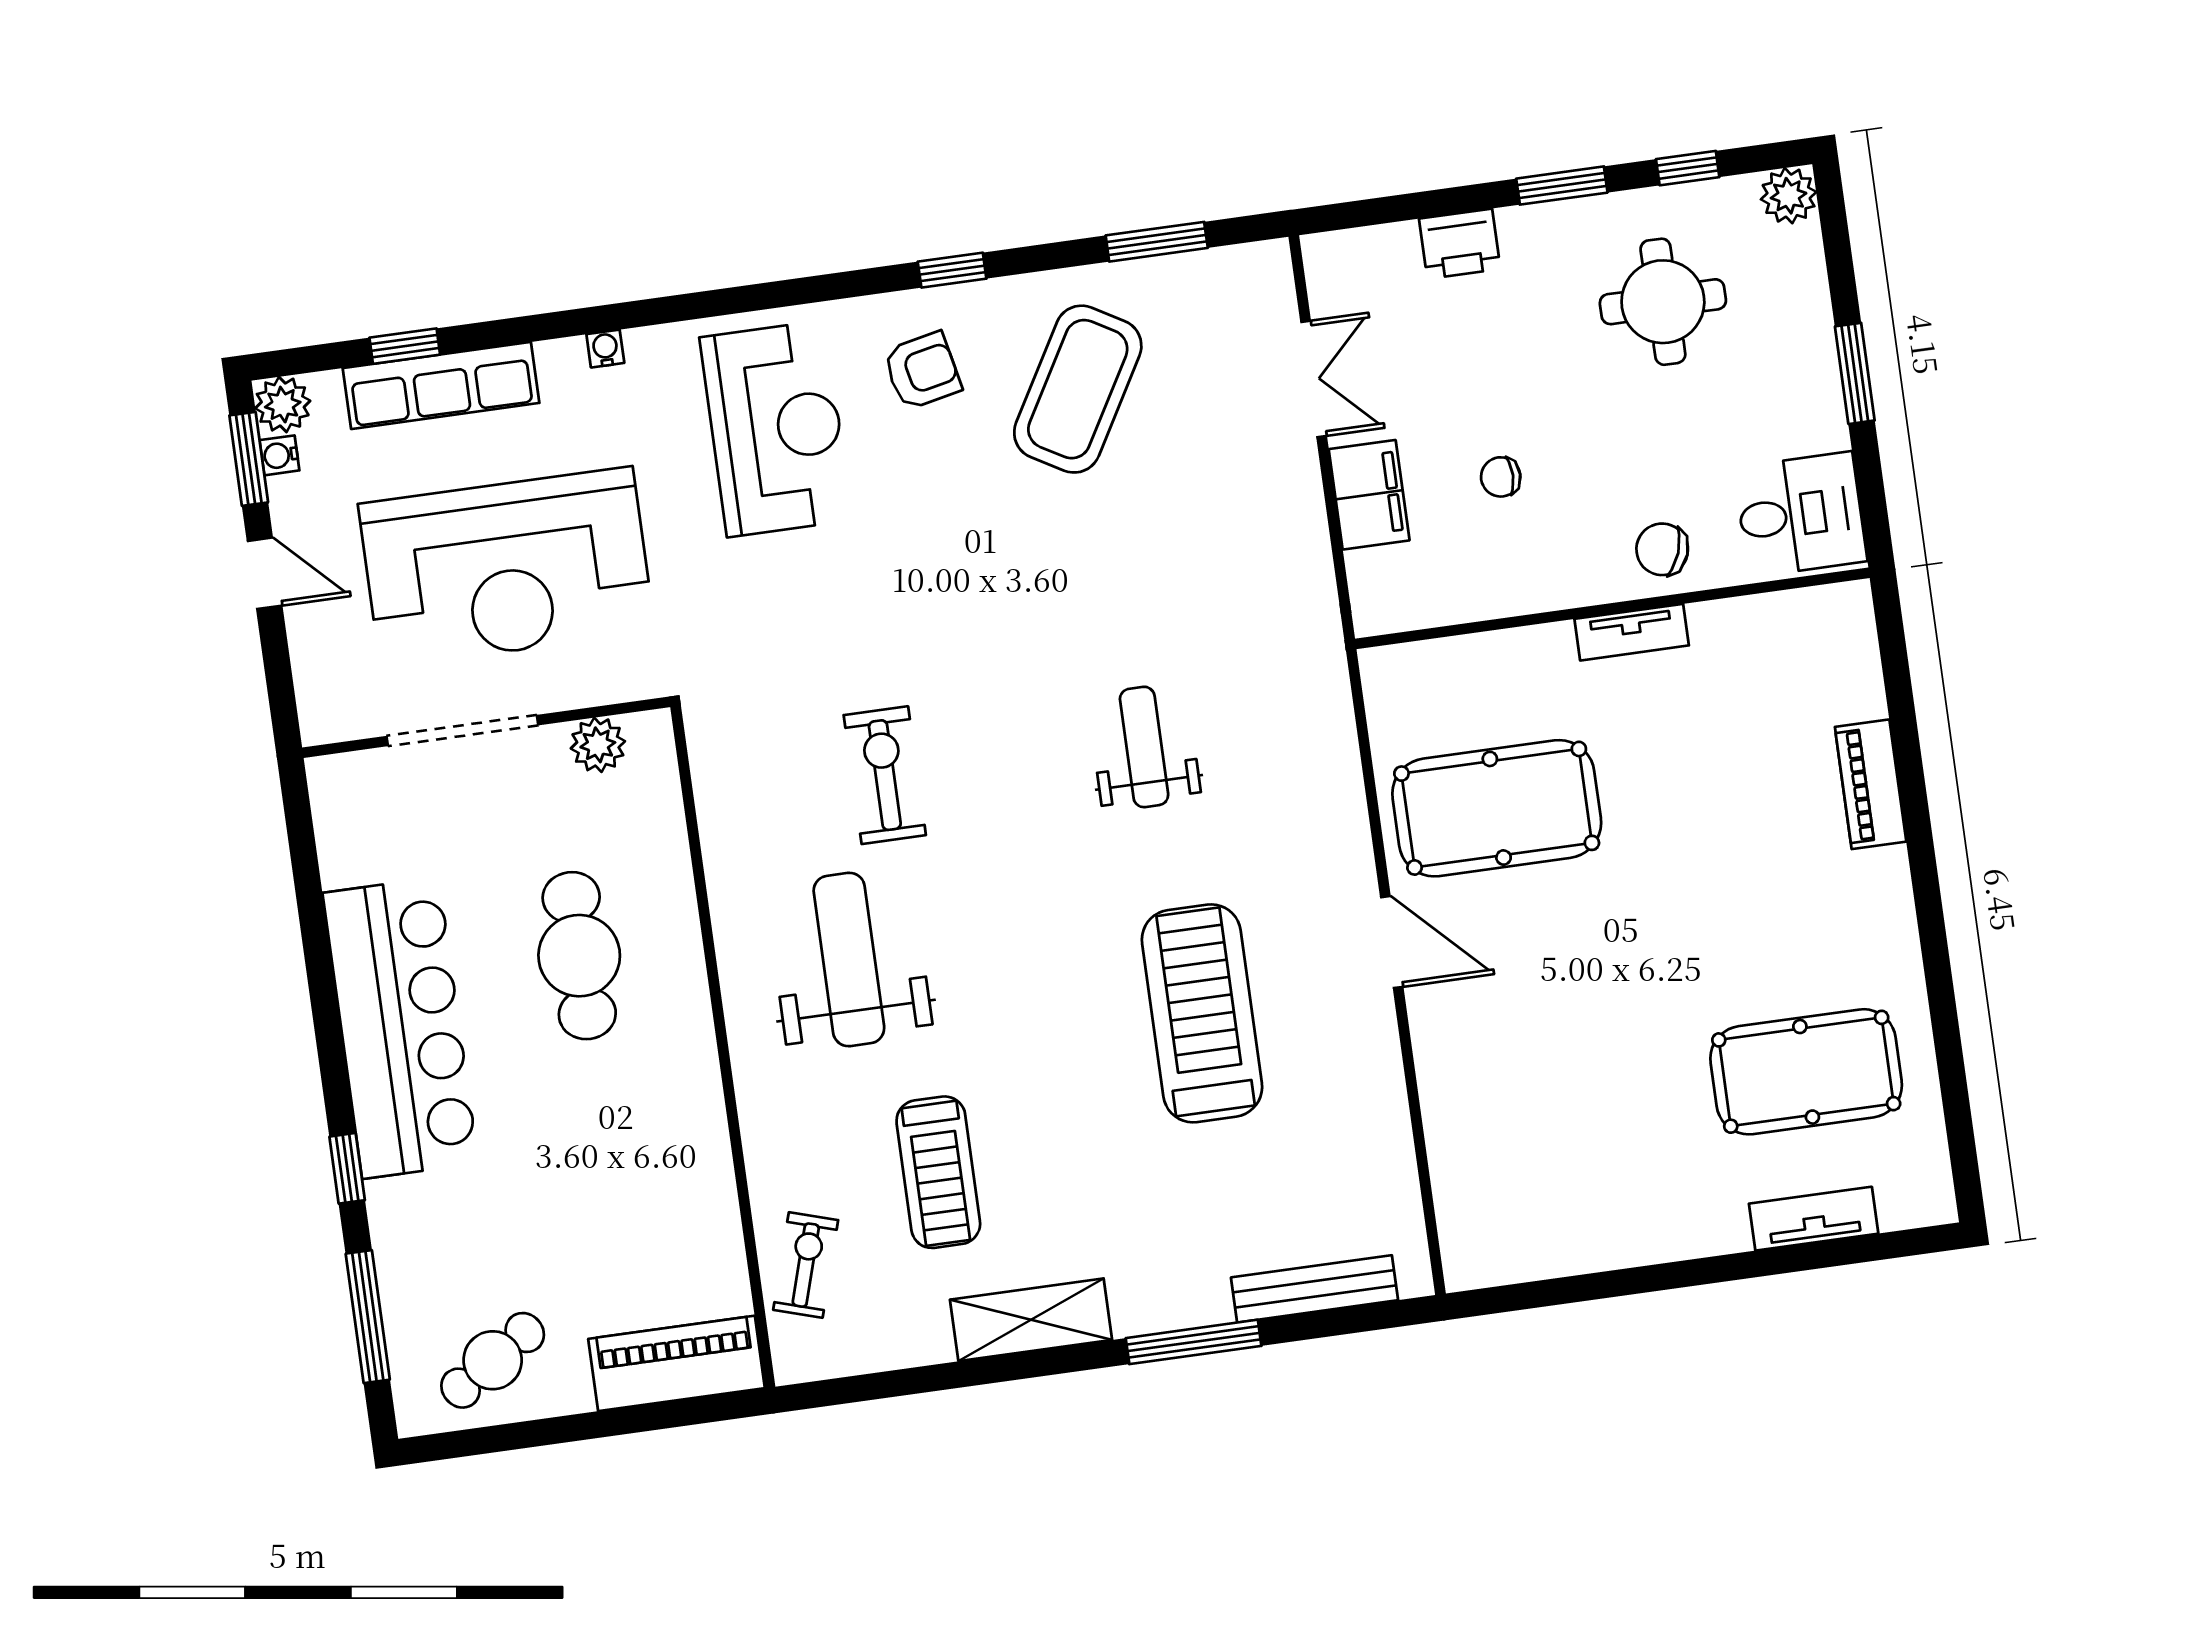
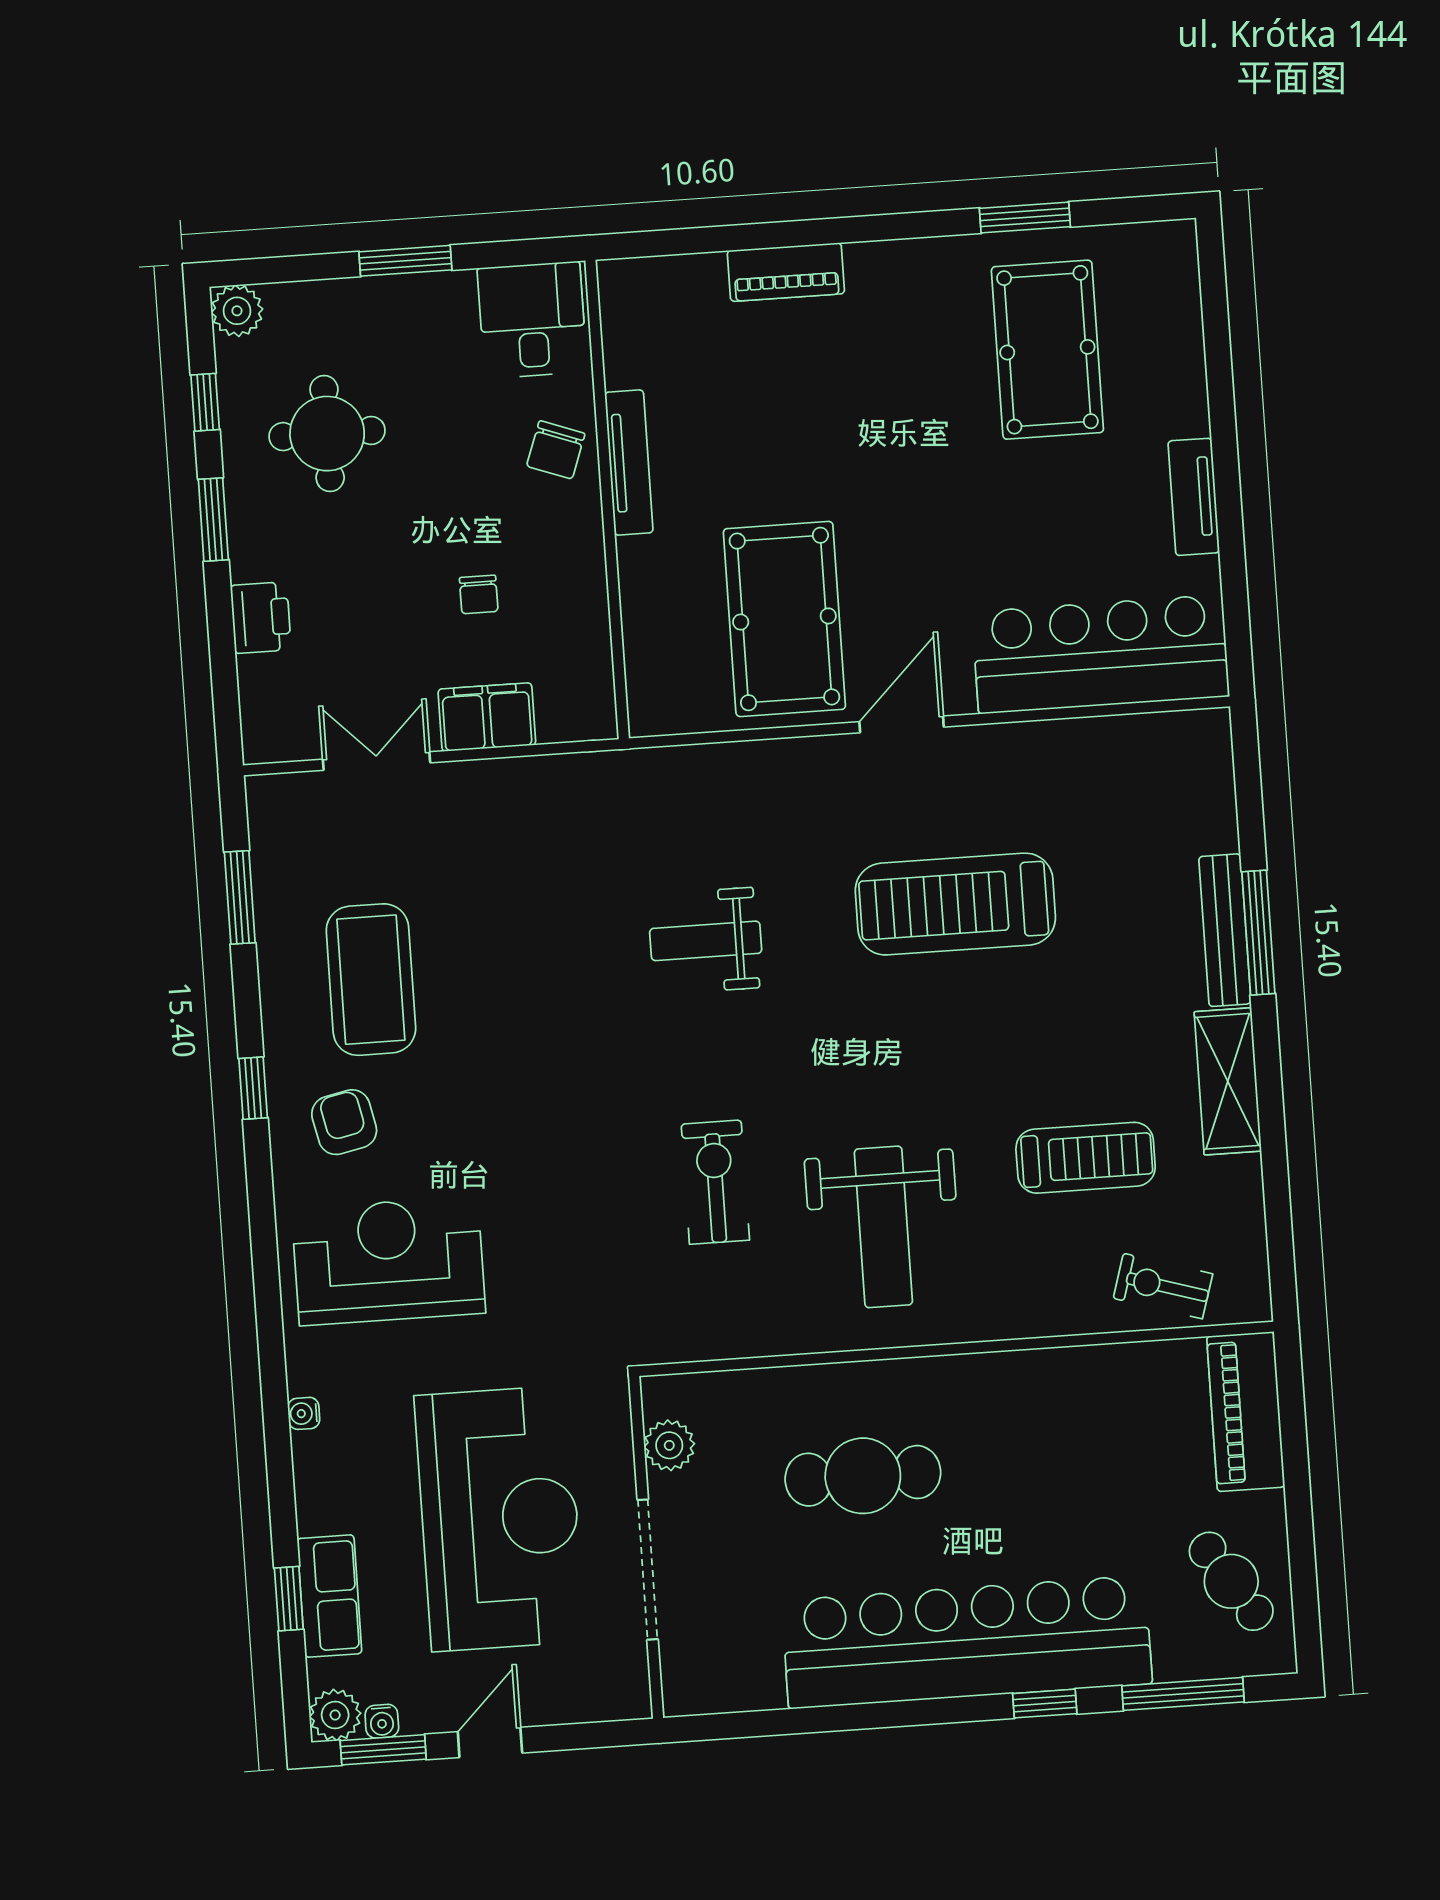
row of seats: (441, 385) -> (329, 1596), width x0.68
coffee table: (1078, 389) -> (371, 980), turned 60
tv unit: (1632, 632) -> (629, 462), width x1.41
exercise bike: (885, 775) -> (715, 1182), turned 90
weight bench: (849, 960) -> (883, 1227), turned -90
bar counter: (400, 1028) -> (967, 1642), width x1.36
window: (1947, 1038) -> (1025, 217), added
bar counter: (1482, 1151) -> (1101, 654), added
tv unit: (1814, 1219) -> (1194, 497), moved
bench: (1315, 1289) -> (1225, 930), moved

